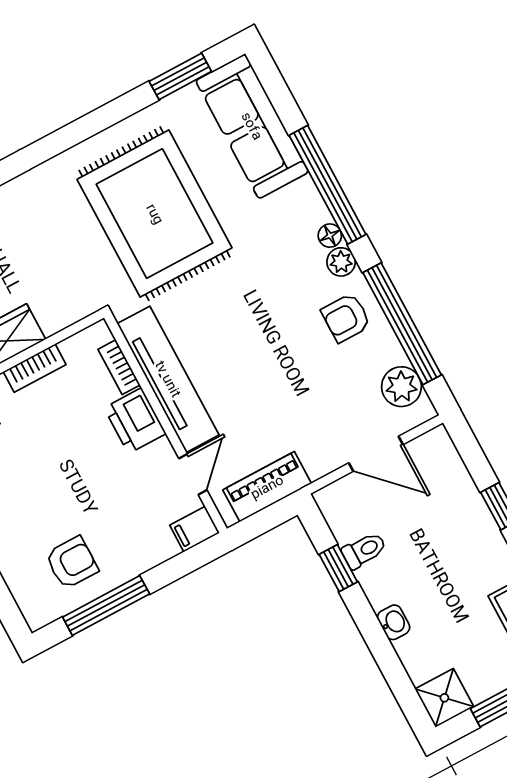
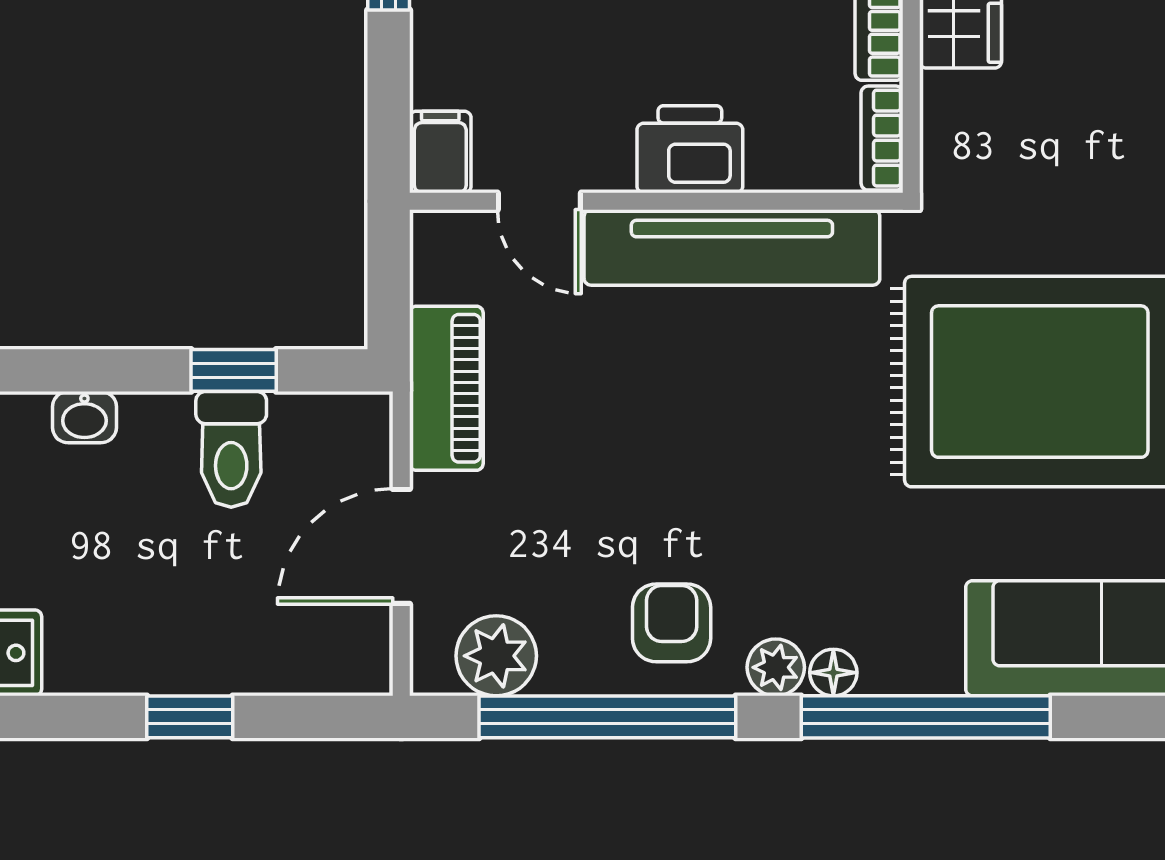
bookcase: (119, 367) -> (882, 138), moved, turned -90
piano: (267, 487) -> (446, 388), moved
toilet: (364, 550) -> (231, 449), width x1.37, depth x1.39

